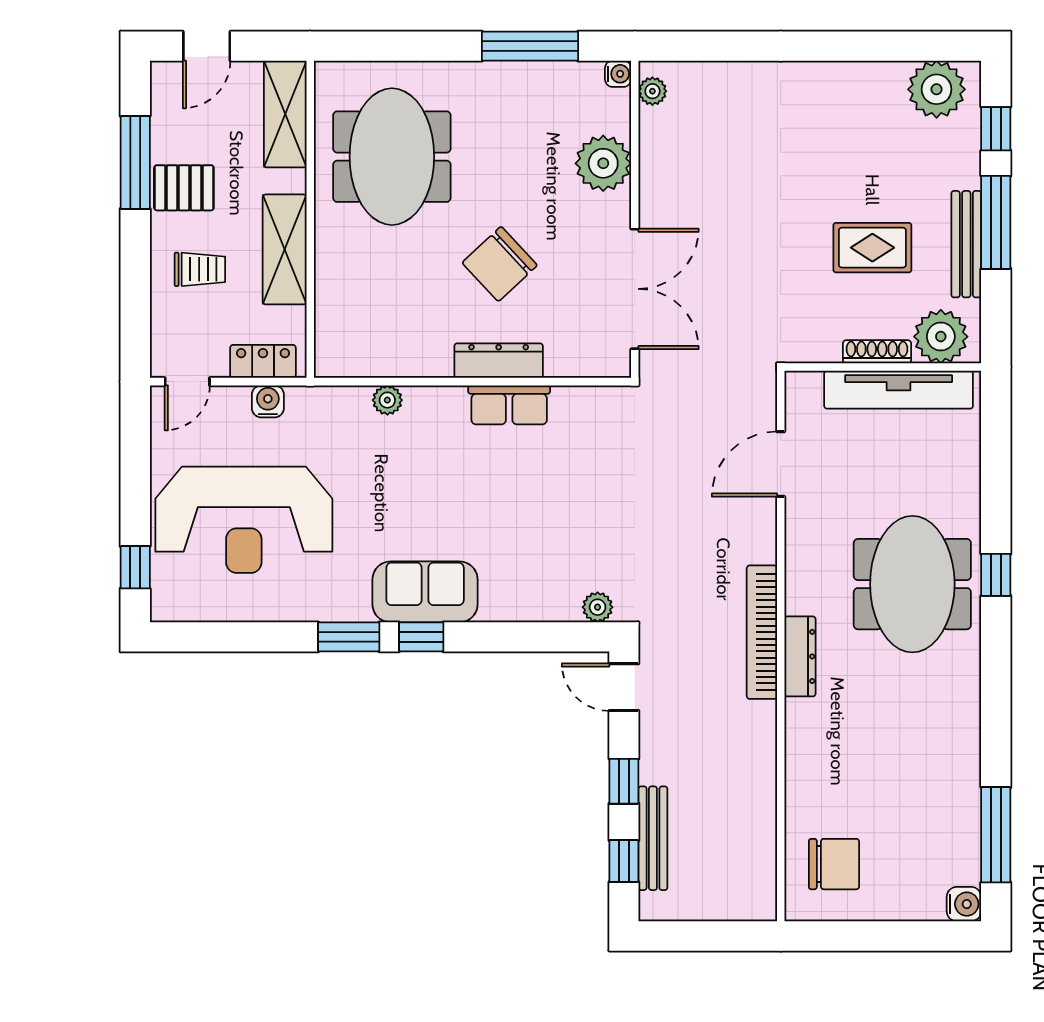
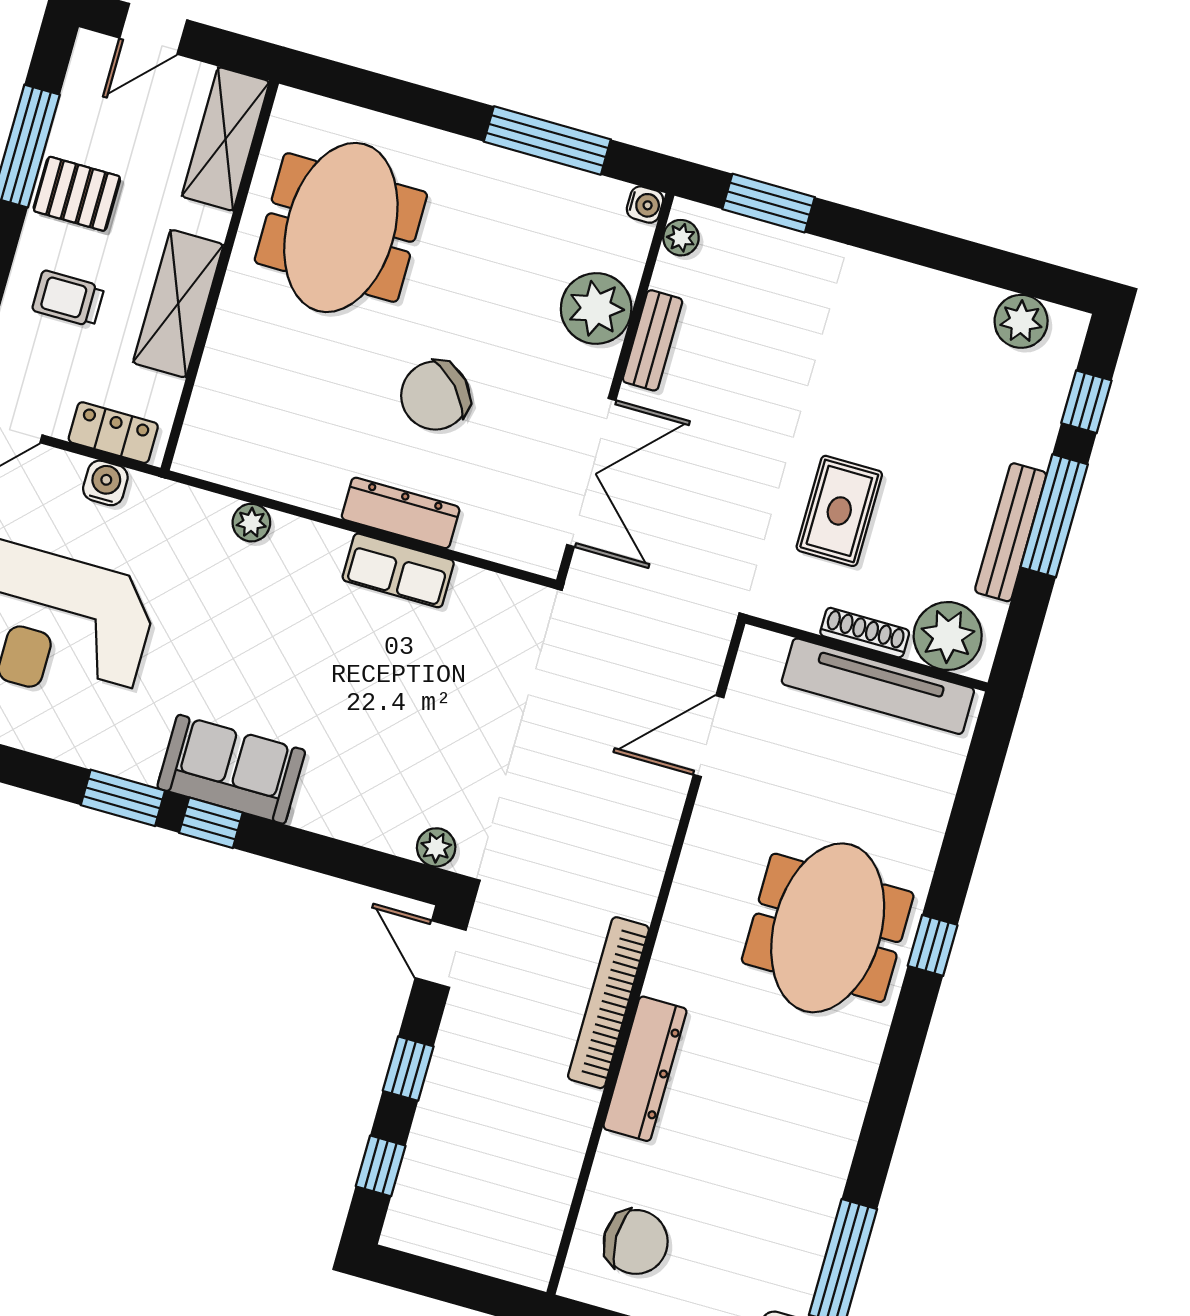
window: (712, 46) -> (769, 203), added
plant: (937, 89) -> (1021, 321), width x0.73, depth x0.73
rug: (872, 248) -> (839, 511), moved, turned 90
trolley: (200, 269) -> (68, 299), turned 180
bookcase: (762, 632) -> (608, 1003), moved
dresser: (800, 656) -> (645, 1069), moved, width x1.37, depth x1.24
bench: (653, 838) -> (653, 340), moved, width x0.73

